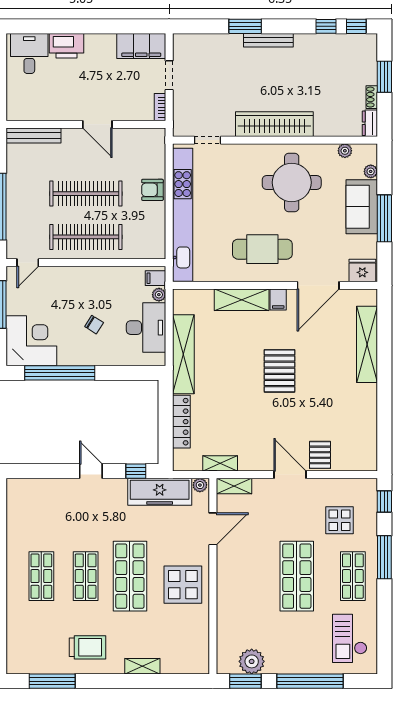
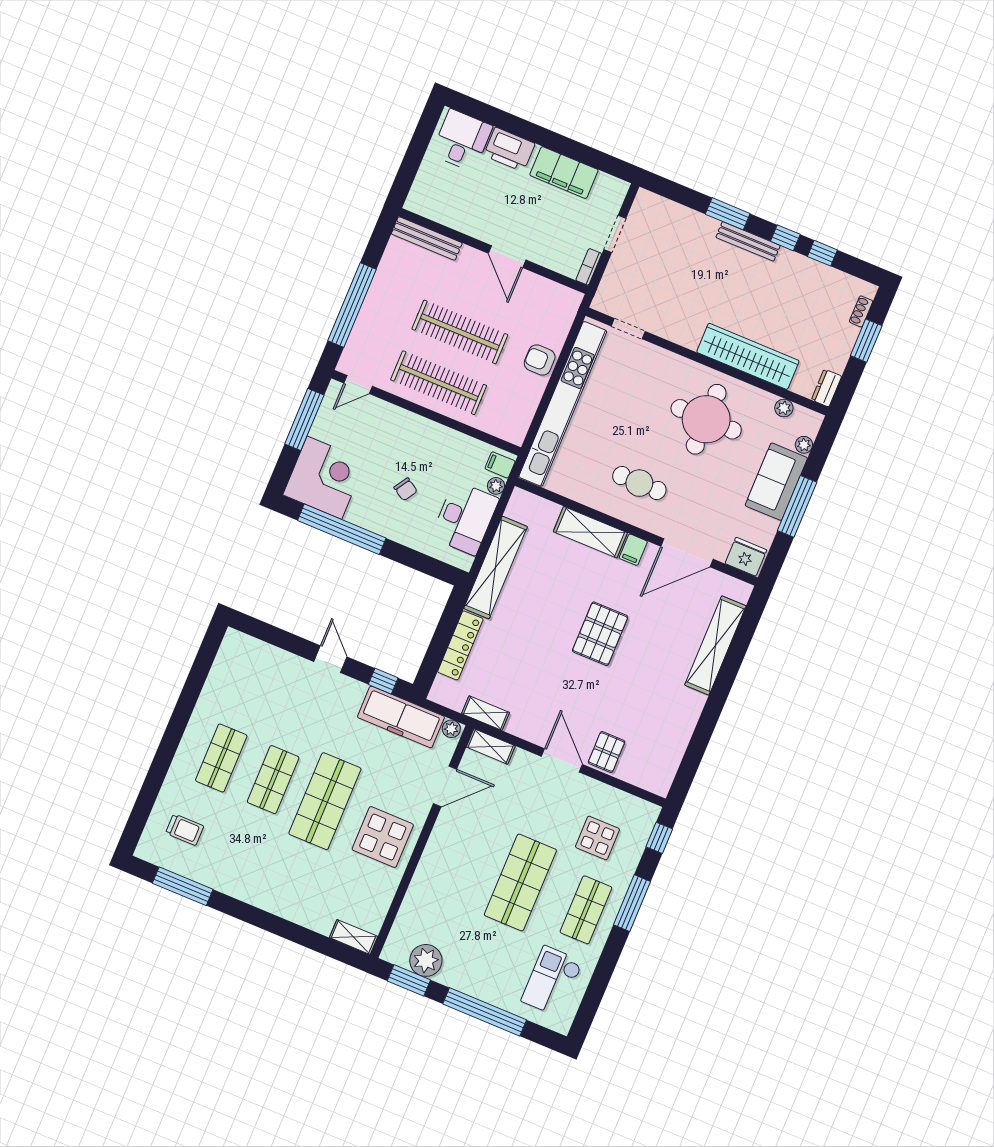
window: (356, 26) -> (785, 238), moved
filing cabinet: (141, 46) -> (564, 173), moved
shoe rack: (372, 97) -> (861, 311), moved
wardrobe: (274, 124) -> (748, 356), moved
cafe table: (262, 249) -> (639, 483), width x0.73, depth x0.74
trolley: (88, 647) -> (185, 830), moved, width x0.73, depth x0.72
shelving: (142, 666) -> (354, 937), moved

